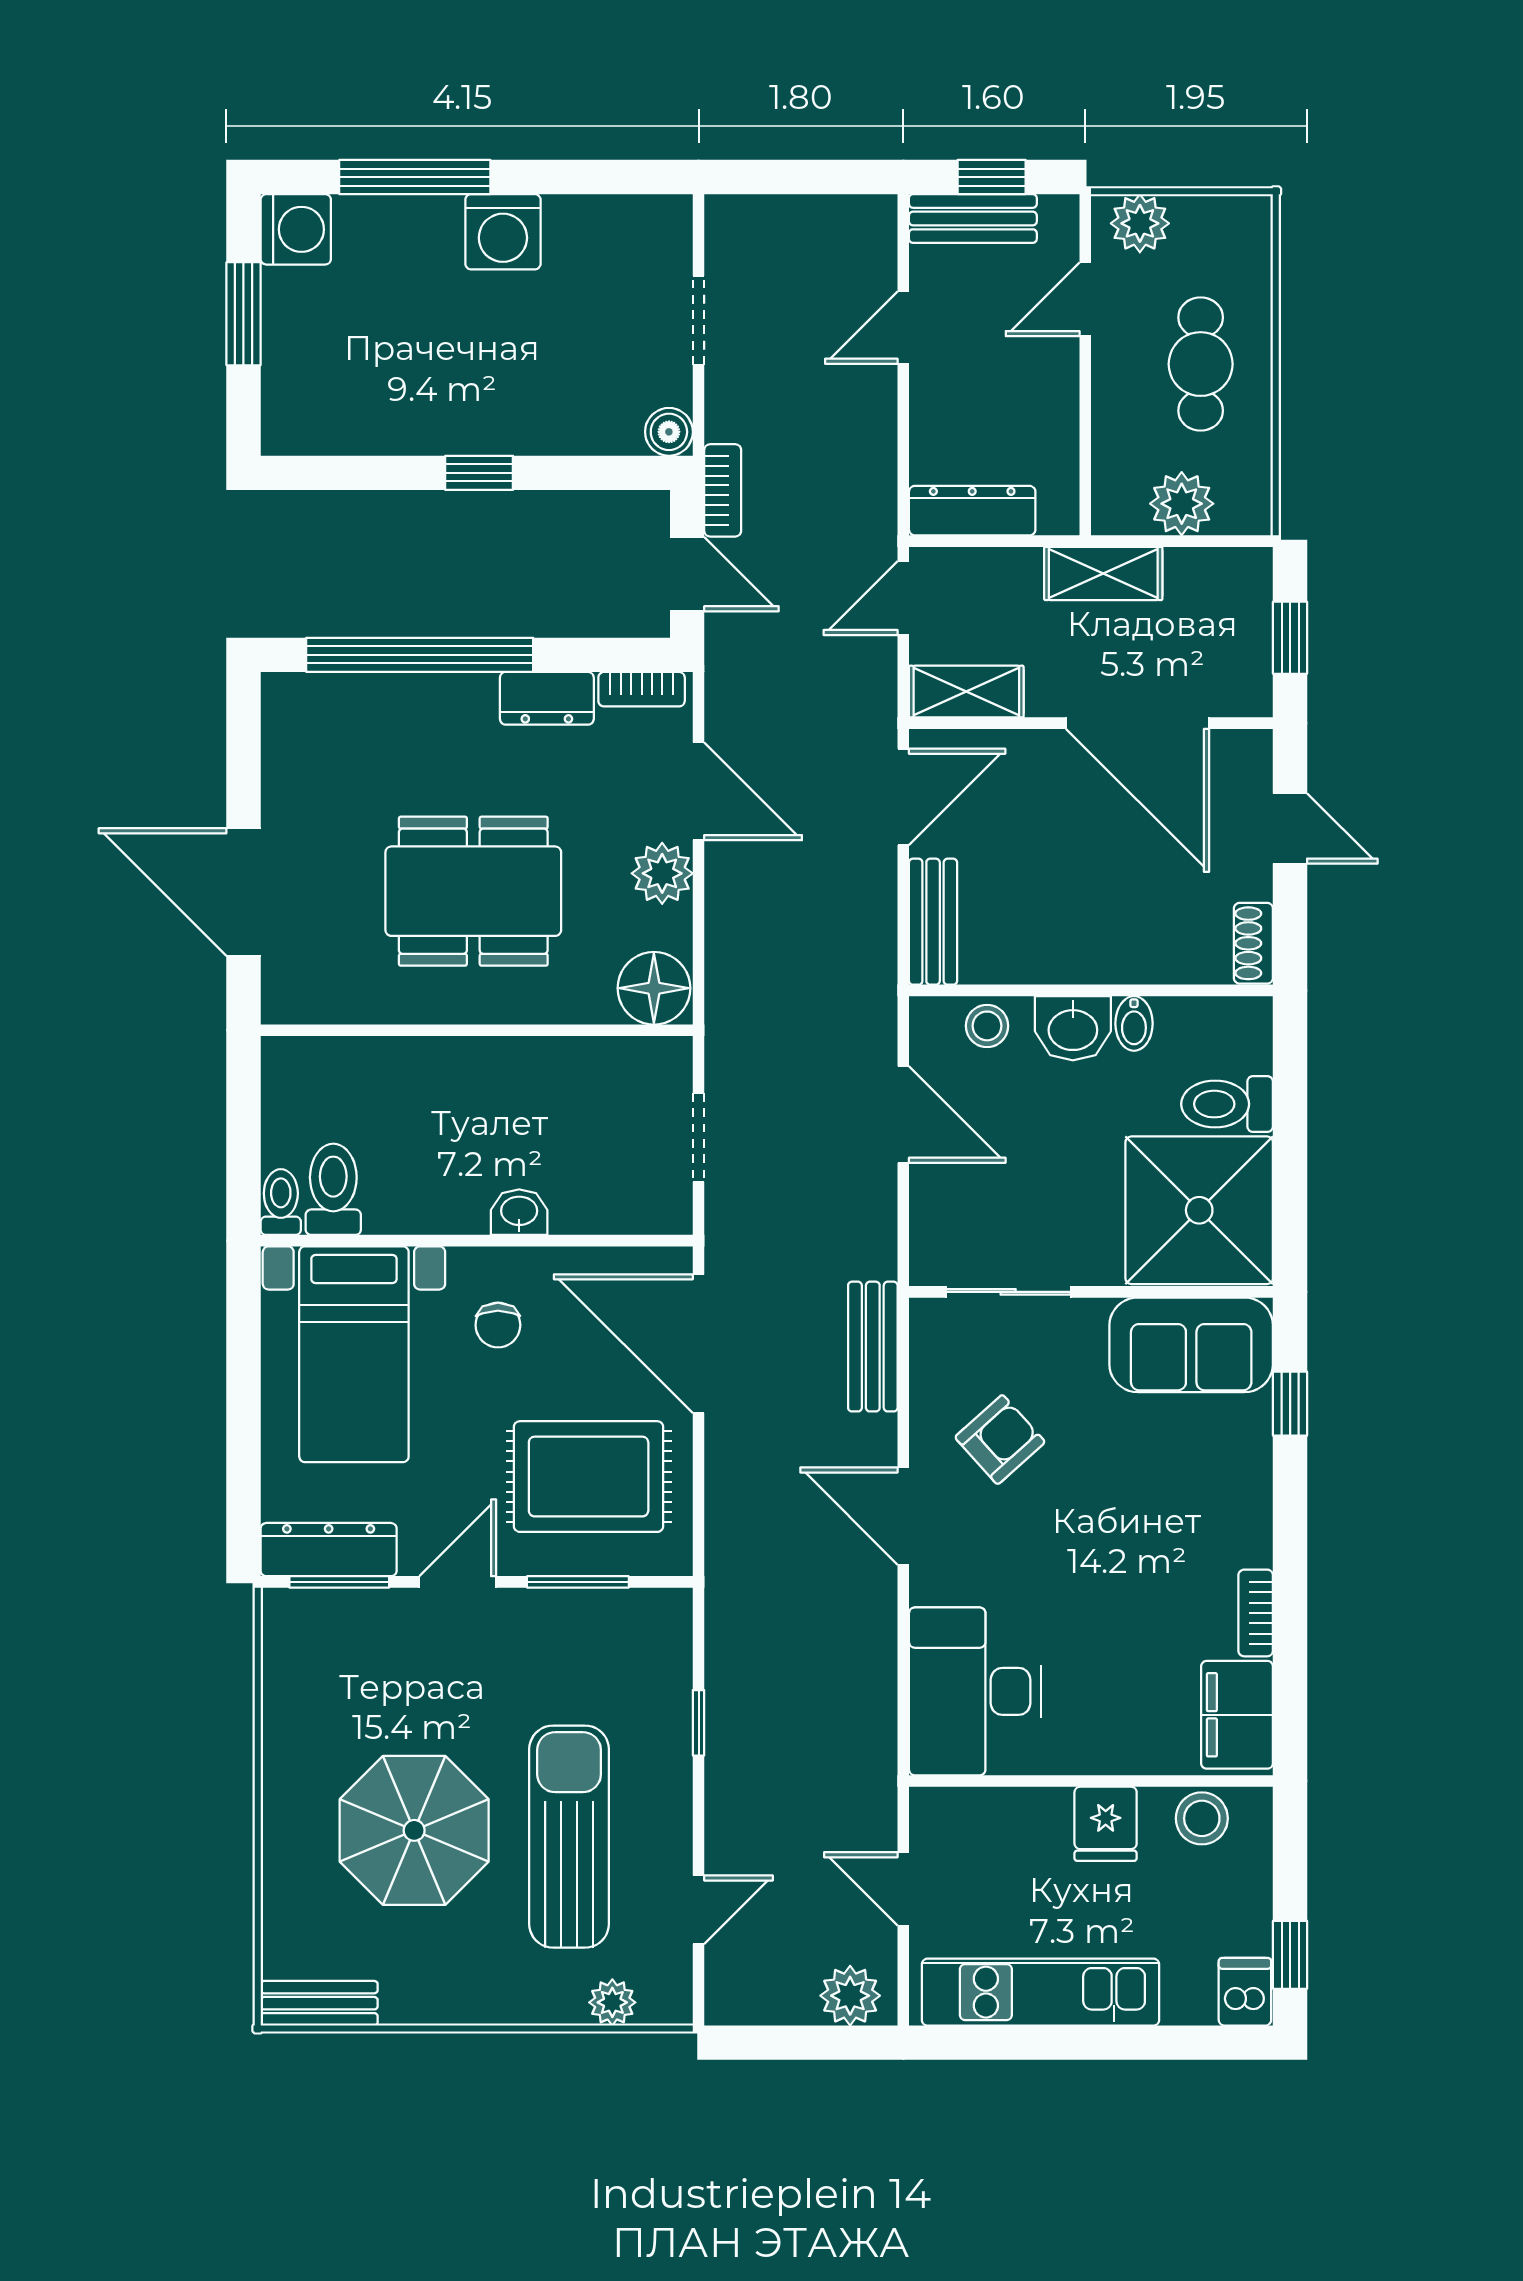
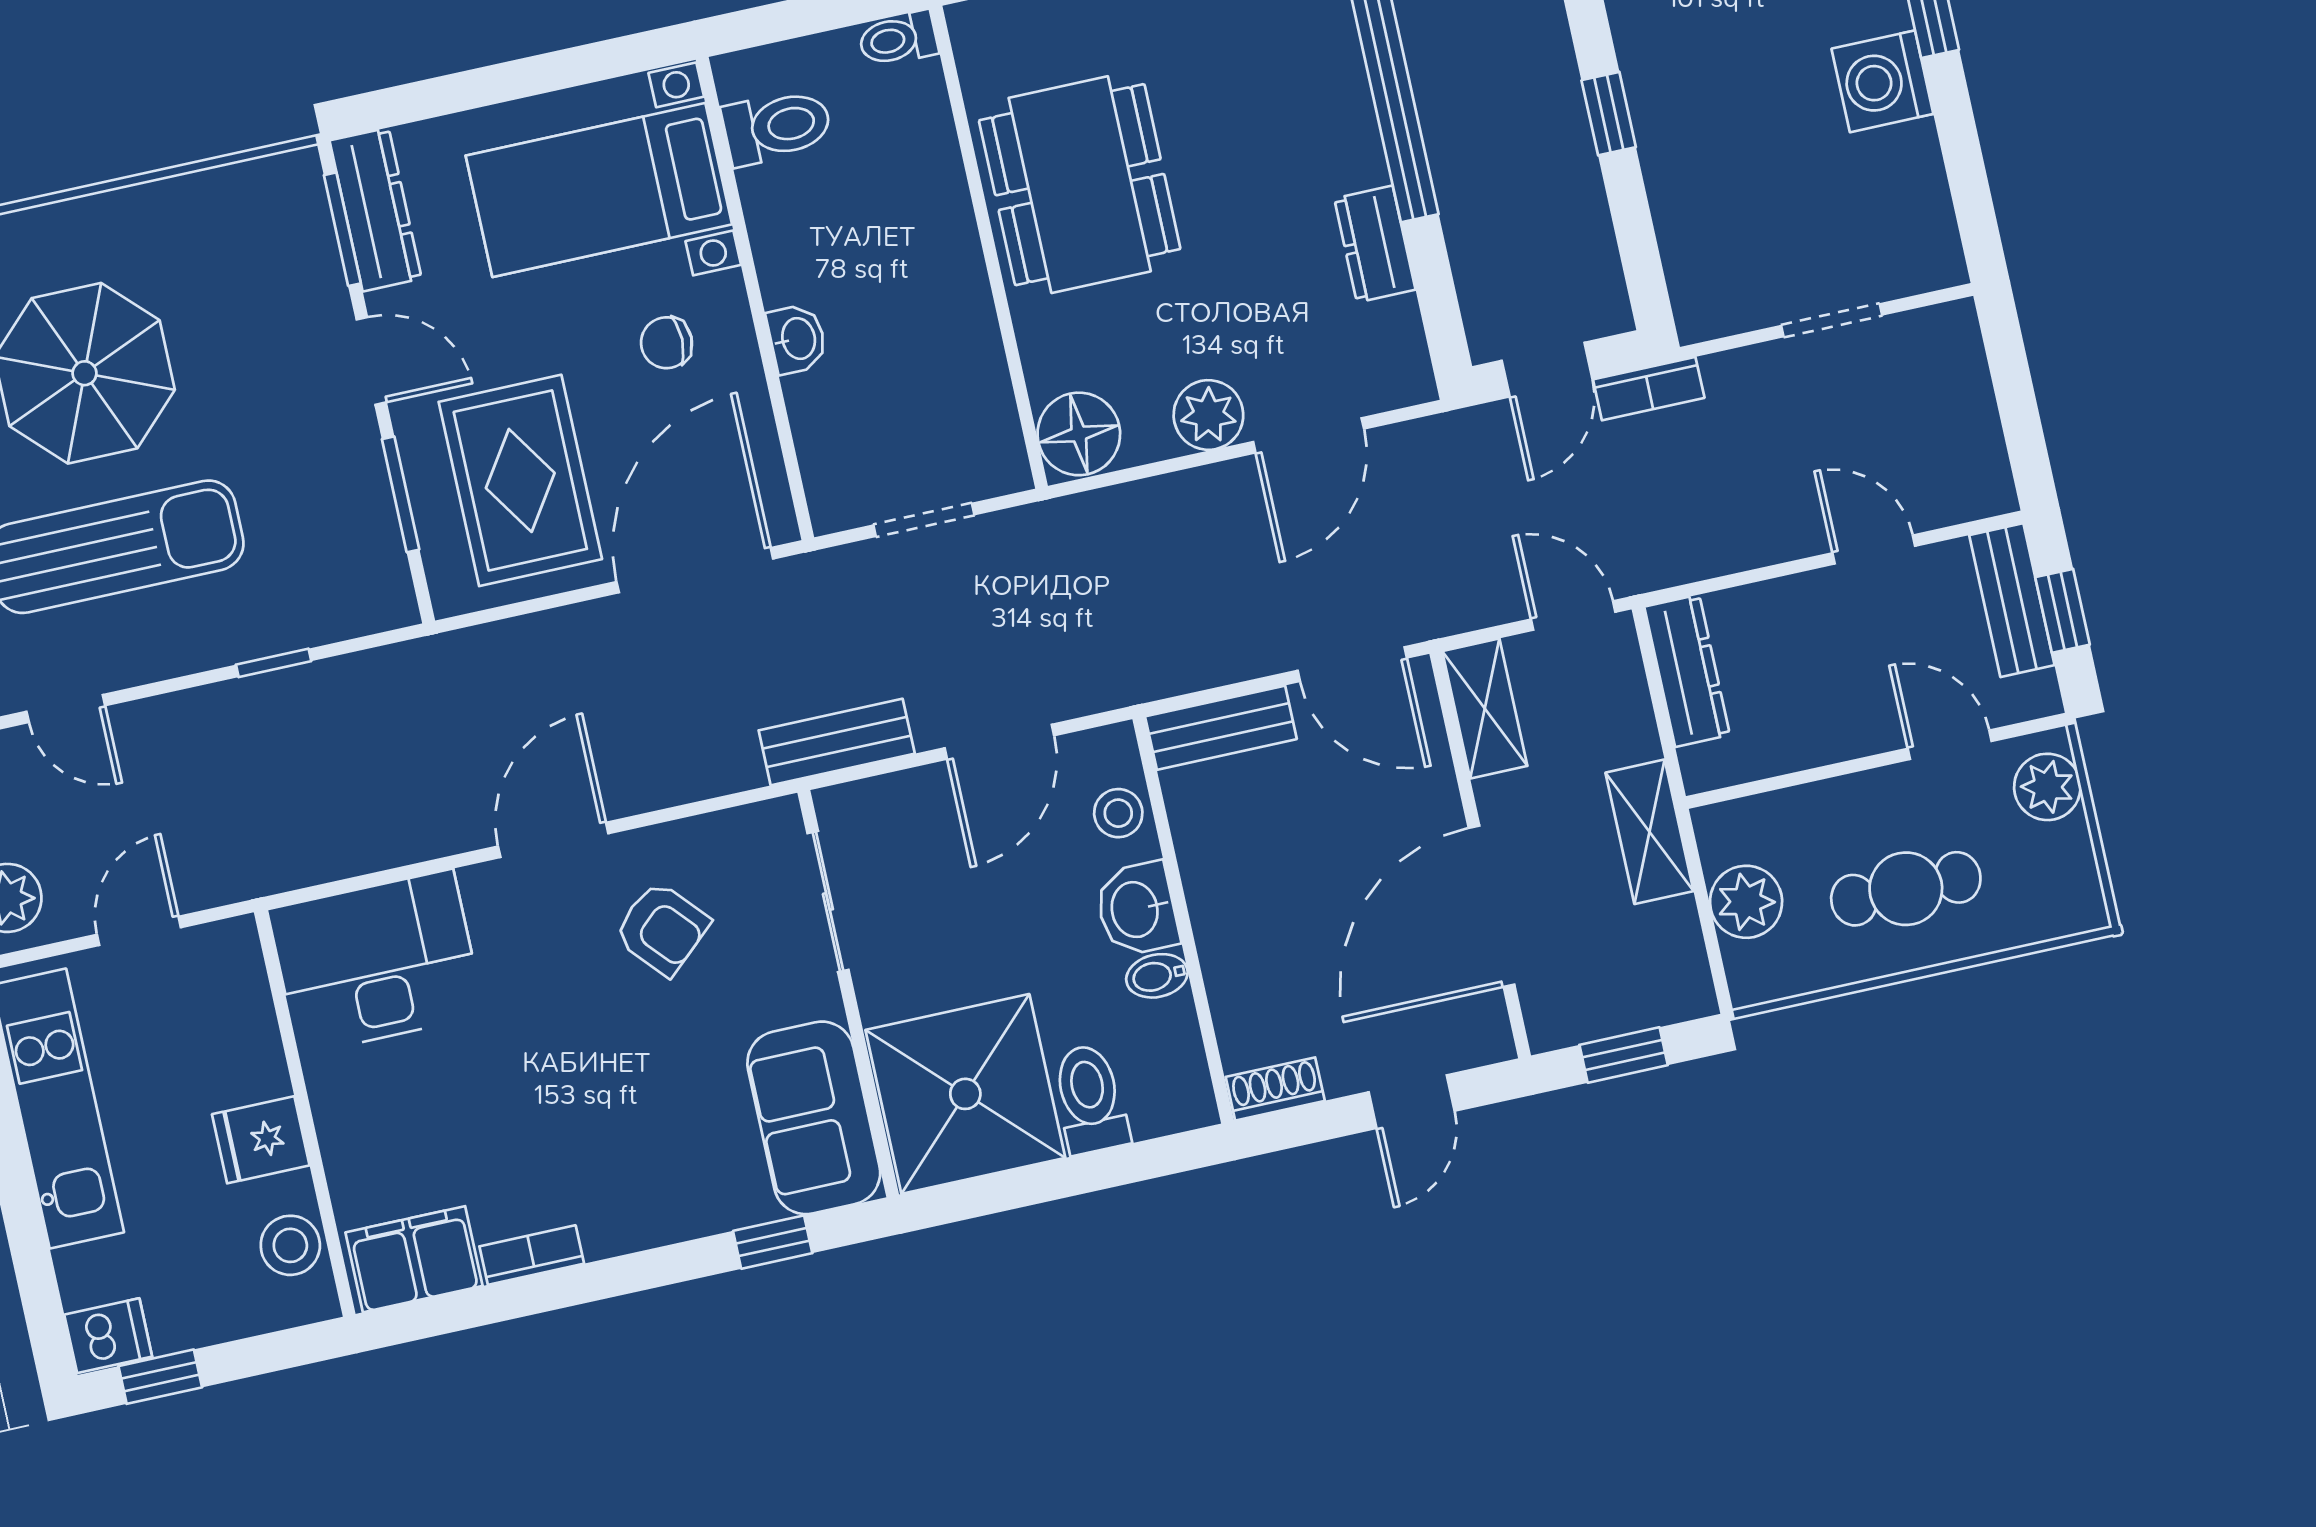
boiler: (669, 432) -> (1701, 315), removed
bookcase: (642, 689) -> (1408, 347), removed
dining table: (473, 891) -> (1080, 185), moved
toilet: (281, 1202) -> (898, 39), moved, turned 180
bench: (873, 1347) -> (837, 742), moved

